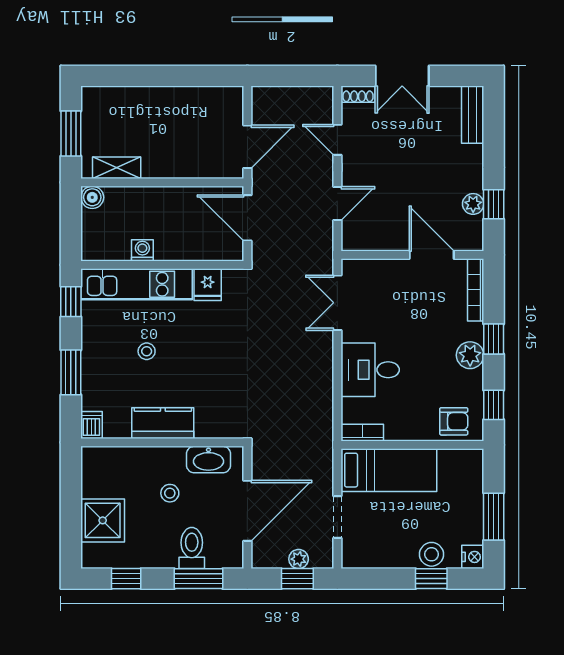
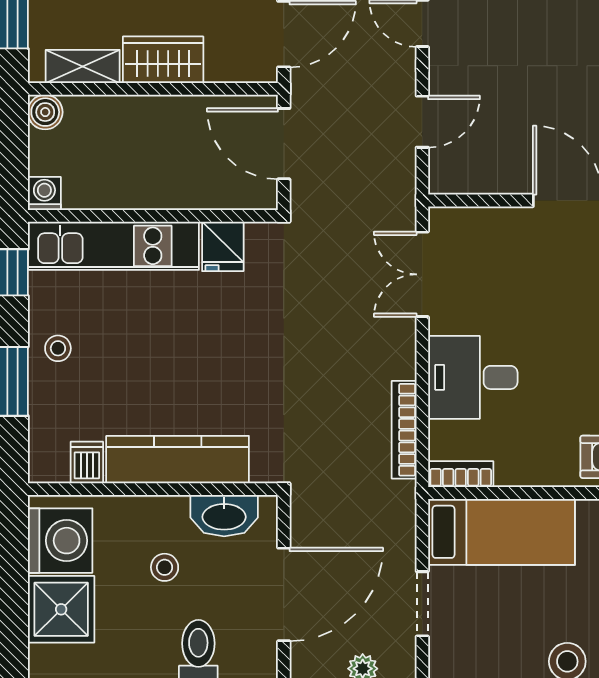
wardrobe: (169, 163) -> (163, 60), added
washing machine: (142, 250) -> (44, 194), moved
stool: (147, 351) -> (58, 348), moved
bookcase: (325, 404) -> (404, 430), added
kitchen counter: (163, 423) -> (178, 460), width x1.50
dishwasher: (91, 425) -> (87, 462), moved
washing machine: (102, 476) -> (60, 541), added

